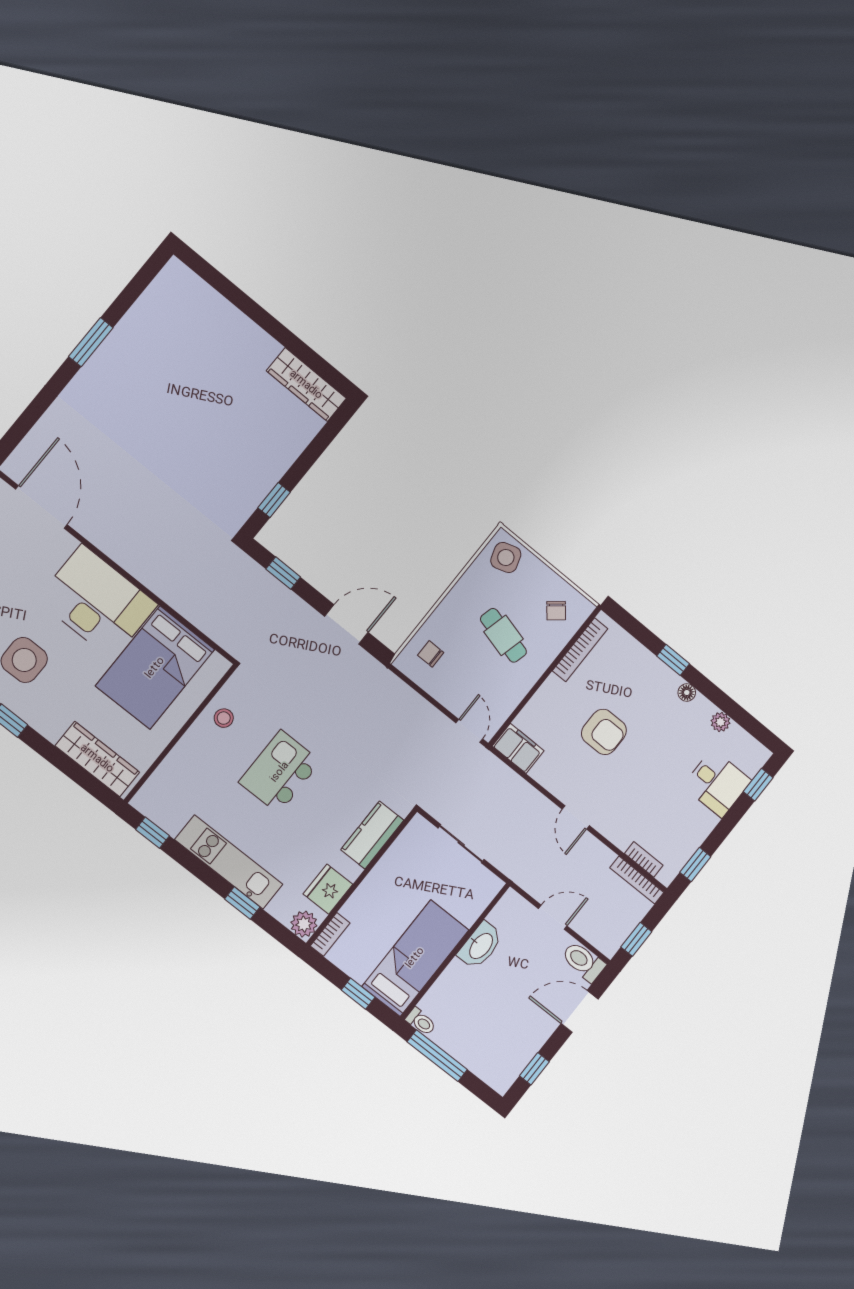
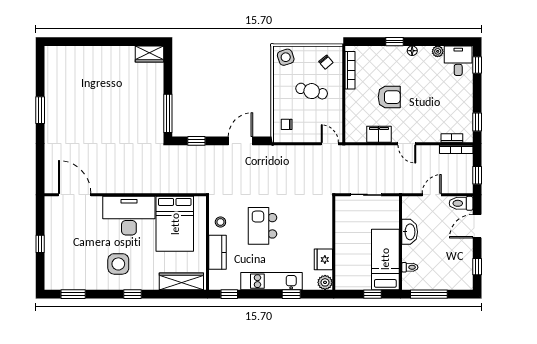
wardrobe: (306, 385) -> (149, 54), width x0.67
window: (274, 500) -> (168, 113), width x2.17
filing cabinet: (518, 748) -> (379, 134), moved
desk: (717, 783) -> (458, 61), moved, turned -90
kitchen counter: (372, 835) -> (218, 252), moved, turned 180
bookcase: (330, 934) -> (340, 278), removed
toilet: (421, 1022) -> (410, 267), moved

